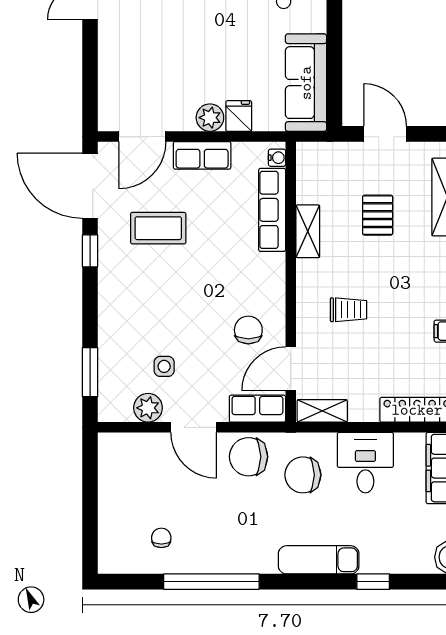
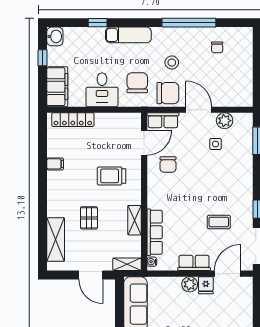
fridge: (239, 116) -> (206, 285), moved
pallet: (378, 215) -> (89, 218), moved
coffee table: (158, 228) -> (219, 222), width x0.73, depth x0.77
trolley: (349, 310) -> (112, 176), width x1.36, depth x1.39
shelving: (322, 411) -> (127, 264), moved
chair: (303, 475) -> (137, 83), turned -90
stool: (242, 511) -> (172, 63), added

